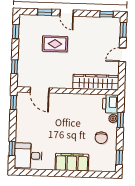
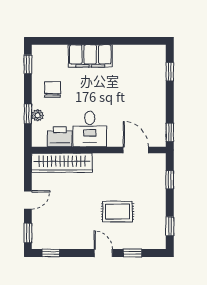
printer: (110, 104) -> (60, 137), moved, turned -90
desk: (28, 156) -> (90, 129), moved, turned 90

